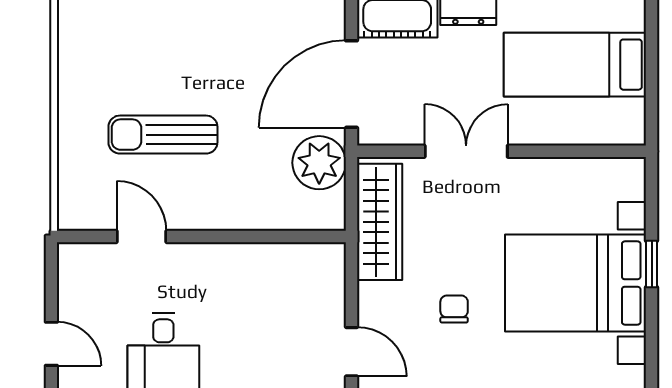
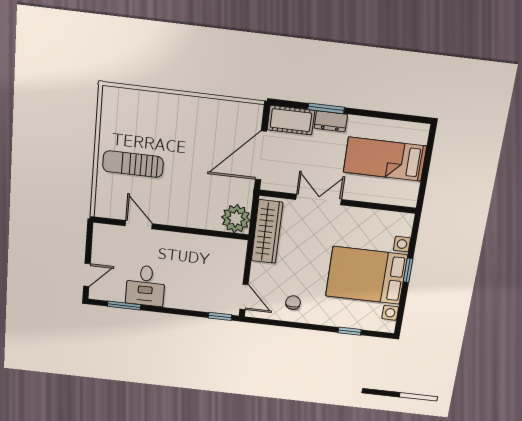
sun lounger: (163, 135) -> (133, 164), moved
plant: (319, 163) -> (236, 219), moved
chair: (454, 309) -> (293, 303), moved
door: (51, 344) -> (87, 275), hinge flipped

